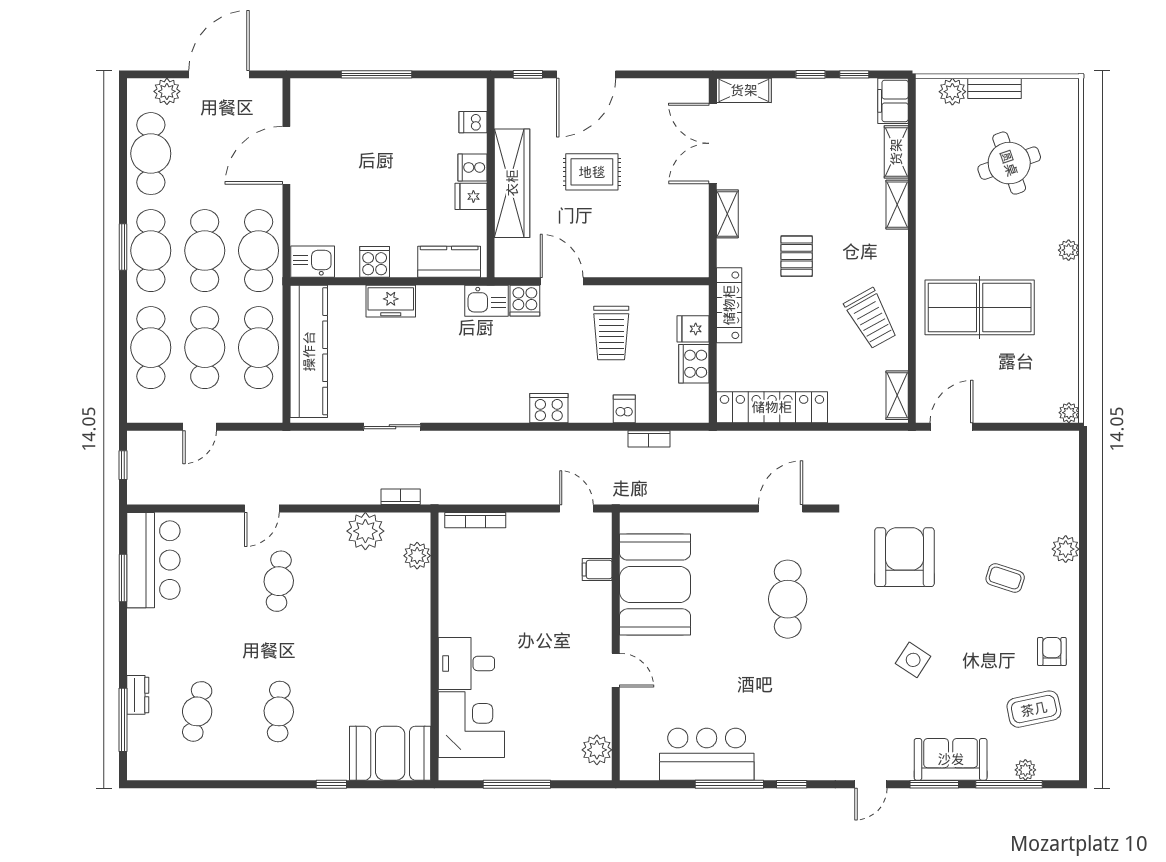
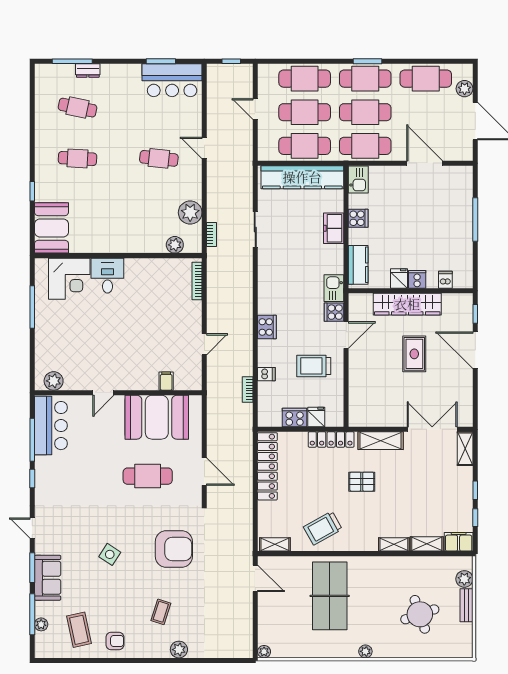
shelving: (727, 214) -> (381, 441), width x1.50, depth x1.33
filing cabinet: (597, 570) -> (166, 381), moved
booth: (655, 584) -> (157, 417), moved
wall: (616, 646) -> (118, 393), moved
door: (616, 670) -> (103, 393), moved
plant: (597, 750) -> (54, 381), moved

